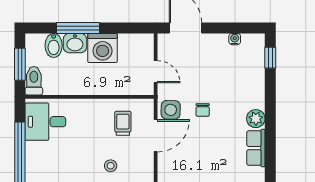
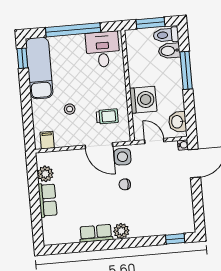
water cooler: (235, 39) -> (183, 145), moved
washbasin: (75, 43) -> (178, 122), moved
washing machine: (103, 48) -> (143, 100), moved, turned 180
door: (156, 72) -> (154, 141), swing flipped
toilet: (34, 81) -> (166, 35), moved, turned 180

